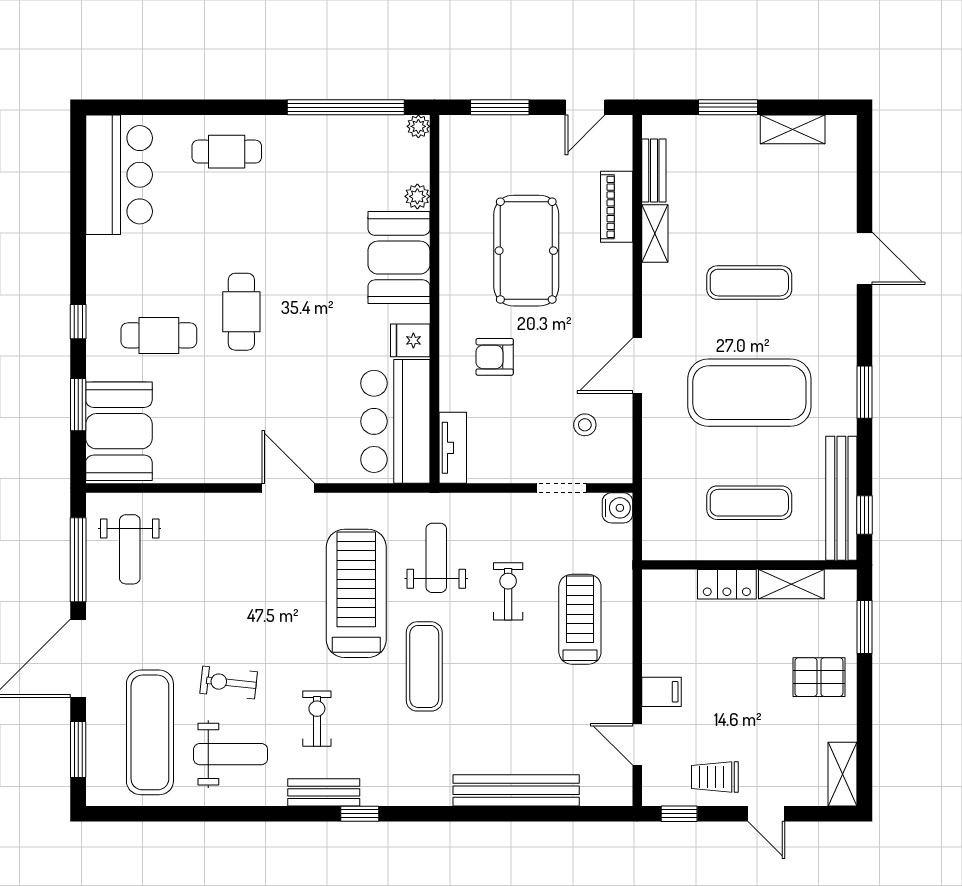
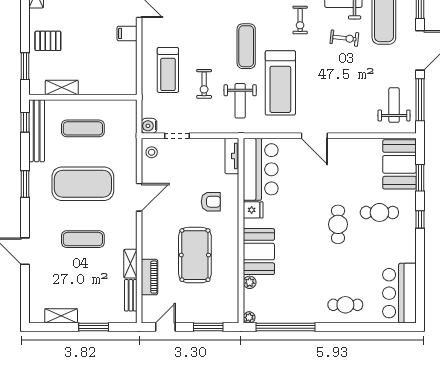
stool: (585, 425) -> (152, 152), moved
locker: (727, 584) -> (94, 87), removed

